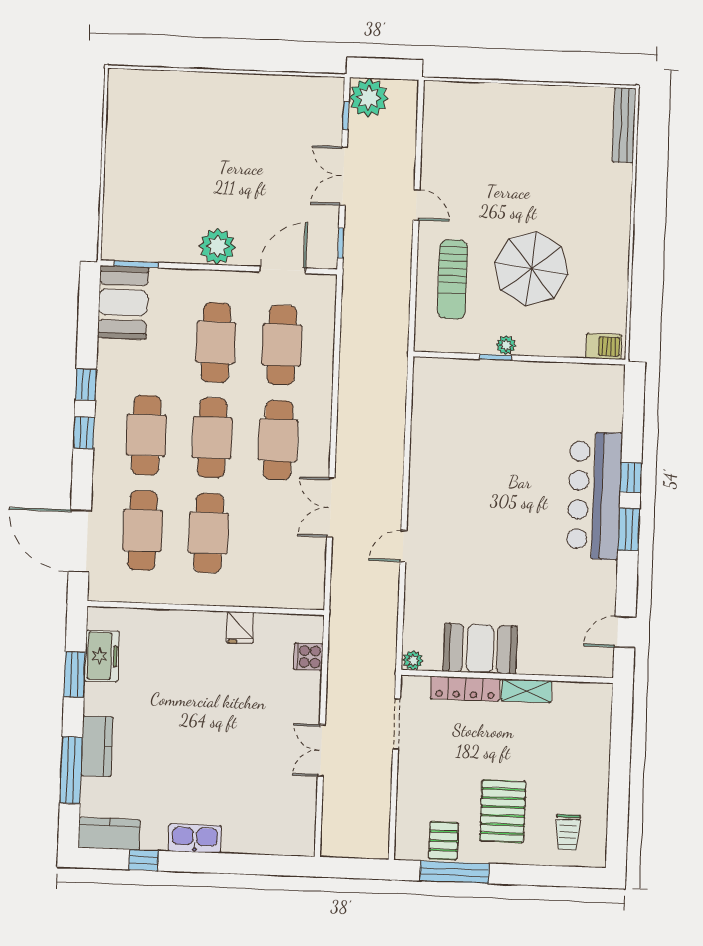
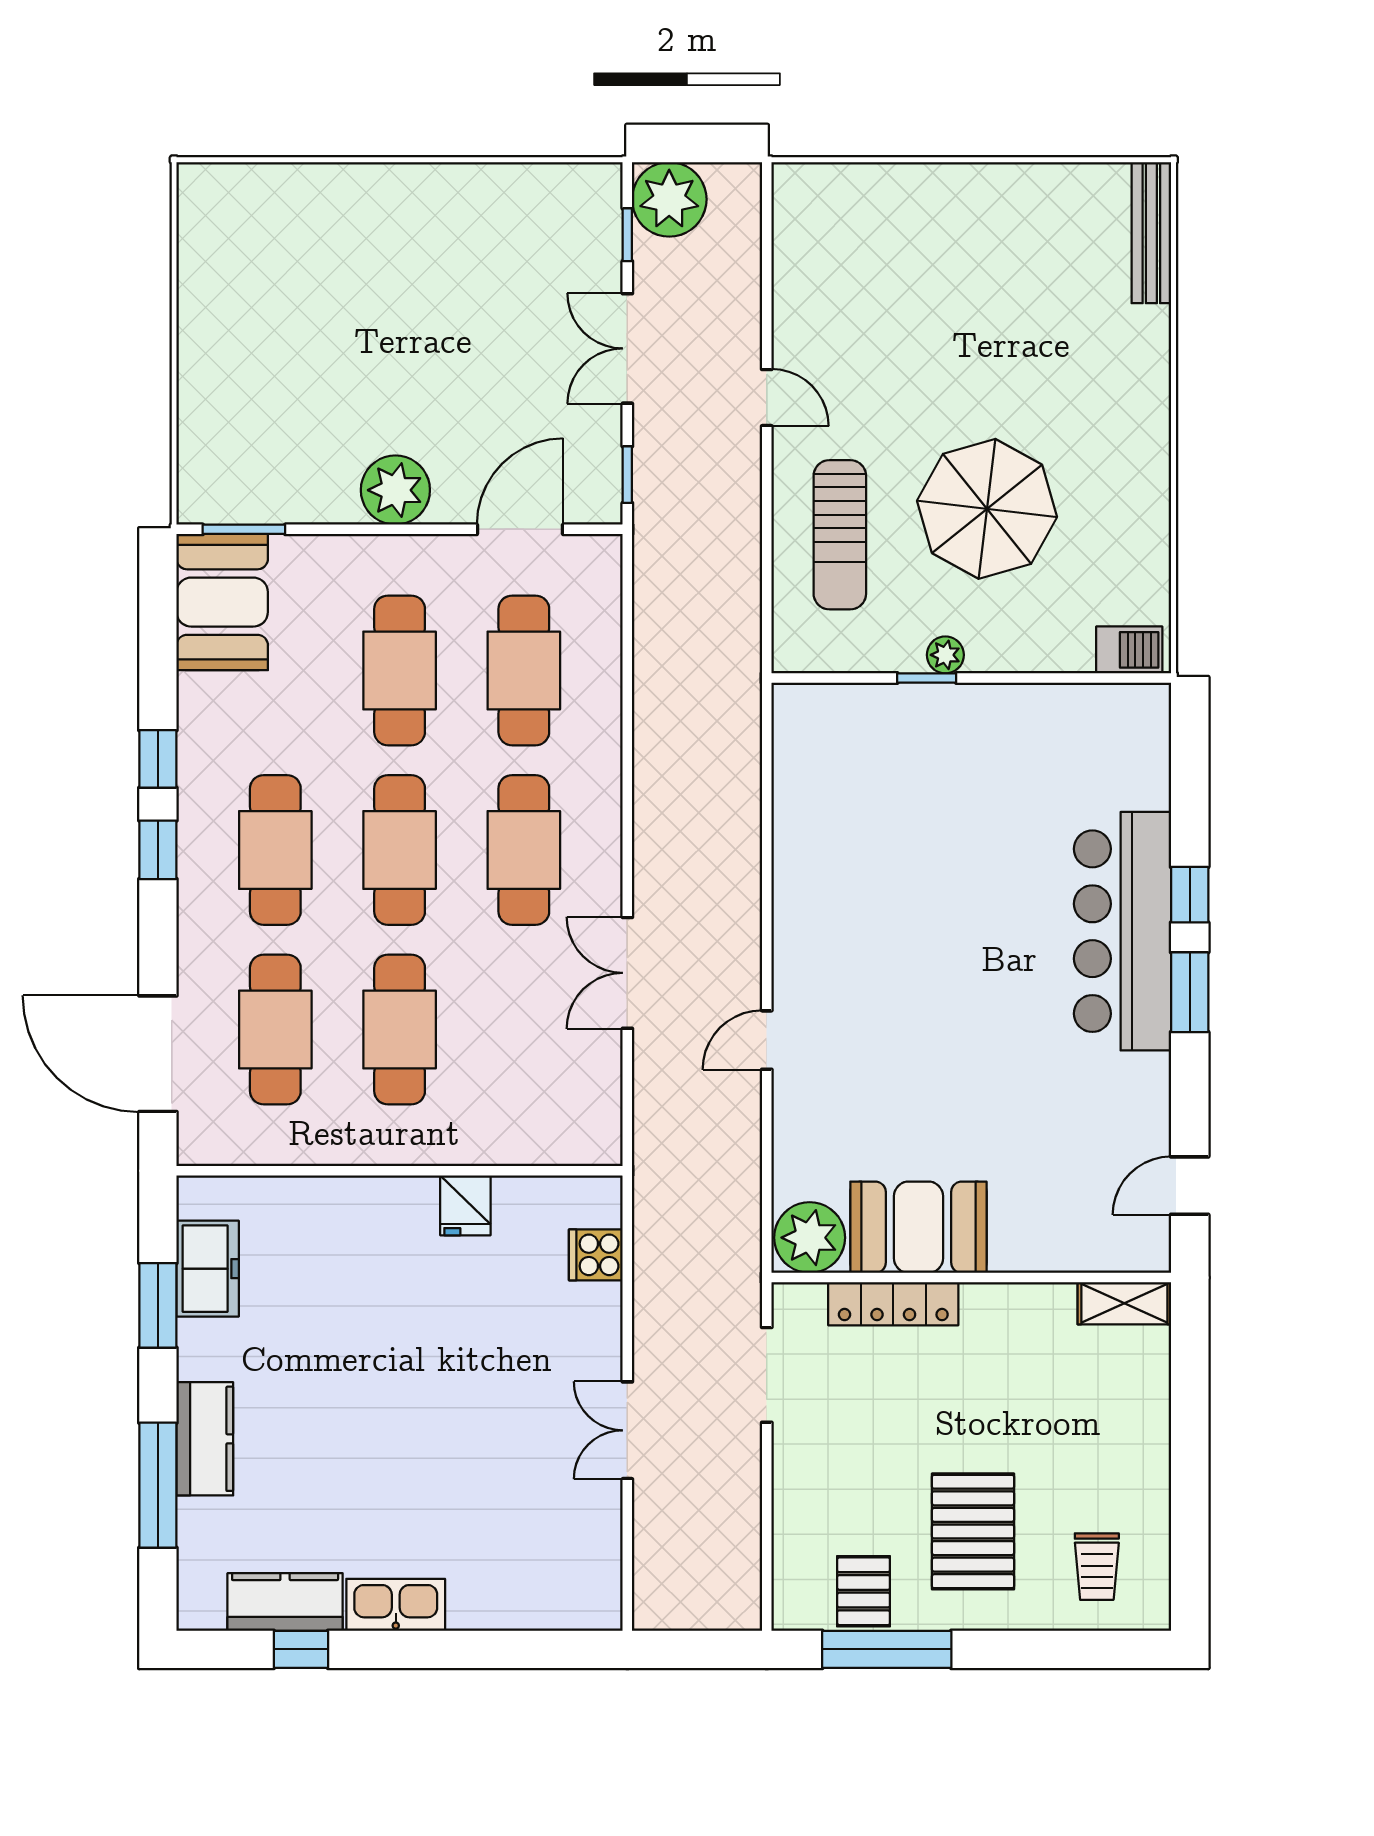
plant: (413, 660) -> (810, 1238), width x1.88, depth x1.88
shelving: (526, 691) -> (1124, 1303), moved
kitchen counter: (109, 834) -> (285, 1602), moved

